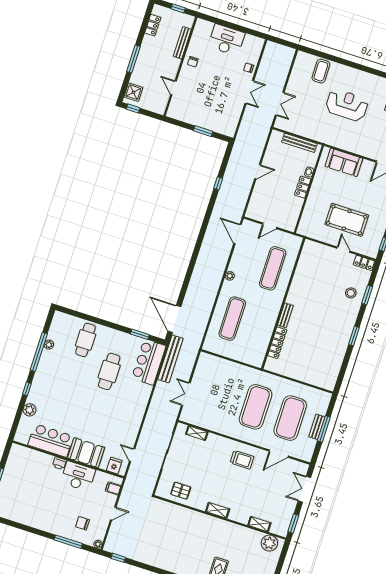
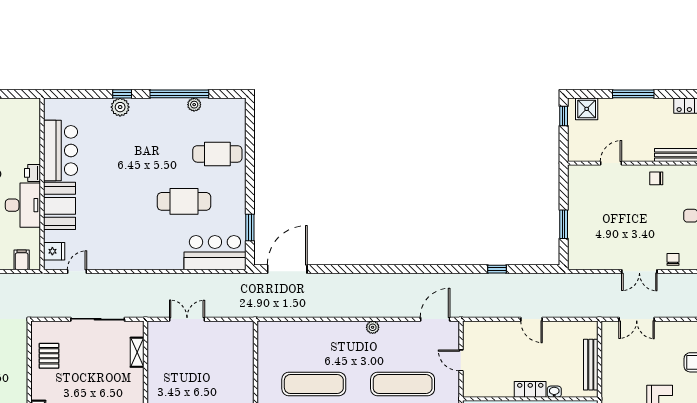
exercise mat: (232, 319) -> (314, 384), moved
bench: (170, 359) -> (229, 282), removed
plant: (30, 410) -> (120, 107), moved

